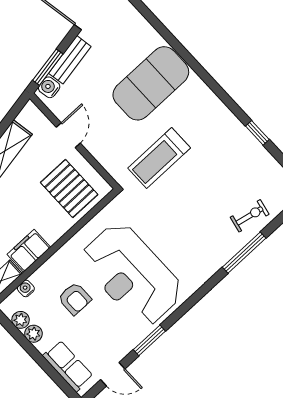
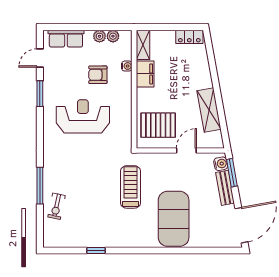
door: (68, 135) -> (186, 151), swing flipped
reception desk: (132, 274) -> (83, 116), width x0.74, depth x0.77
water cooler: (26, 288) -> (127, 66), moved

